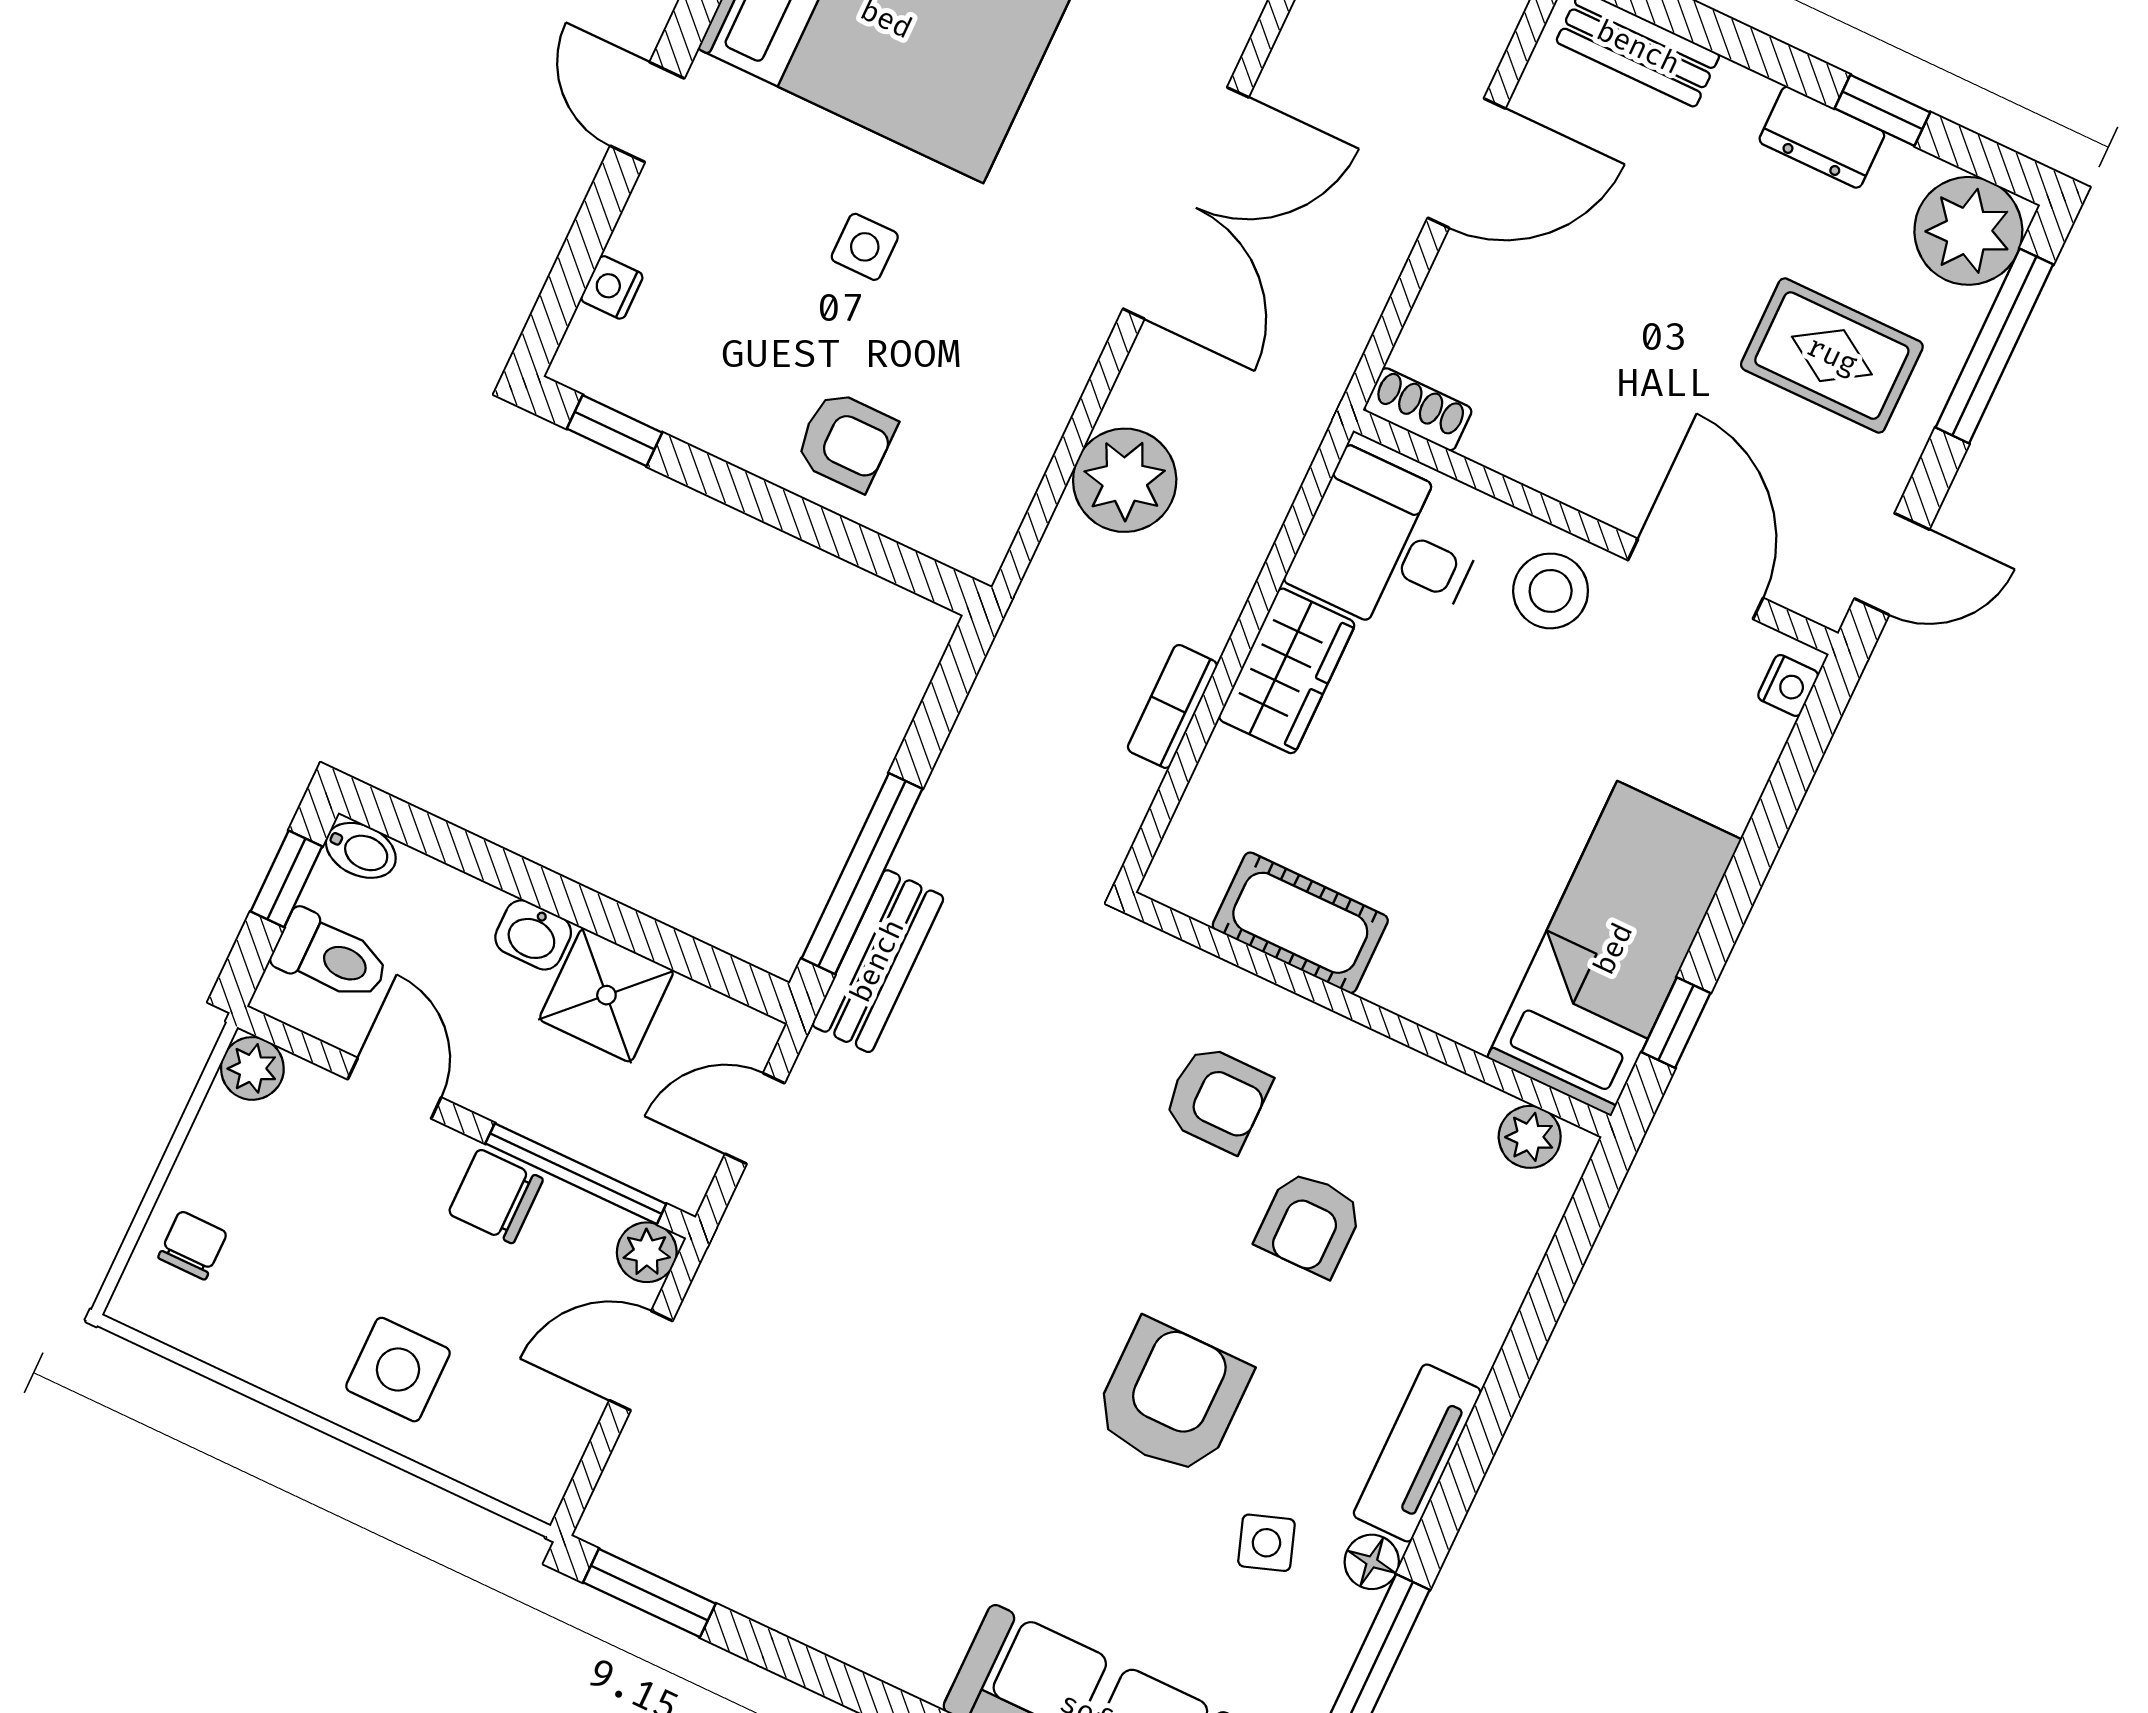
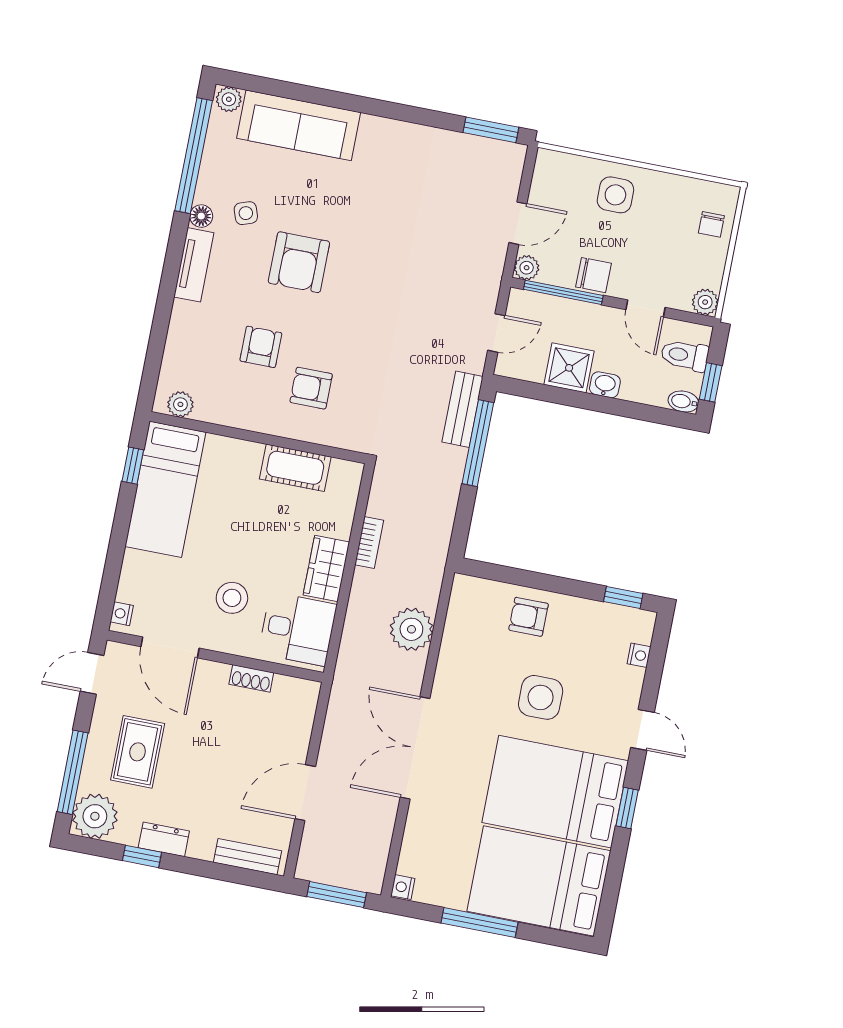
side table: (865, 247) -> (541, 697), width x1.87, depth x1.87
rug: (1832, 356) -> (138, 752), turned 90
shoe rack: (1418, 409) -> (251, 678), moved
stool: (1551, 591) -> (232, 598), moved

